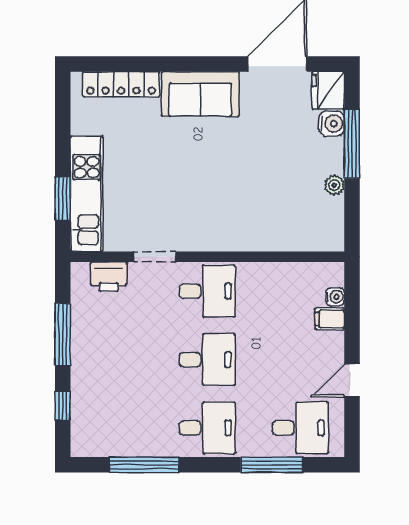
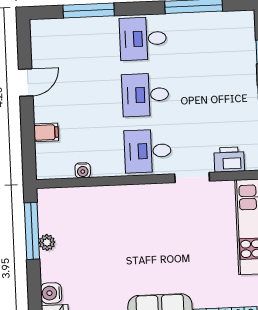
window: (352, 144) -> (32, 231), moved
water cooler: (335, 297) -> (83, 170), moved, turned -90
desk: (301, 428) -> (66, 42), removed

